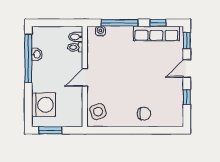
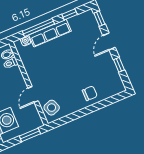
row of seats: (156, 34) -> (50, 33), moved
door: (85, 77) -> (33, 94), moved
window: (51, 130) -> (30, 135), moved

